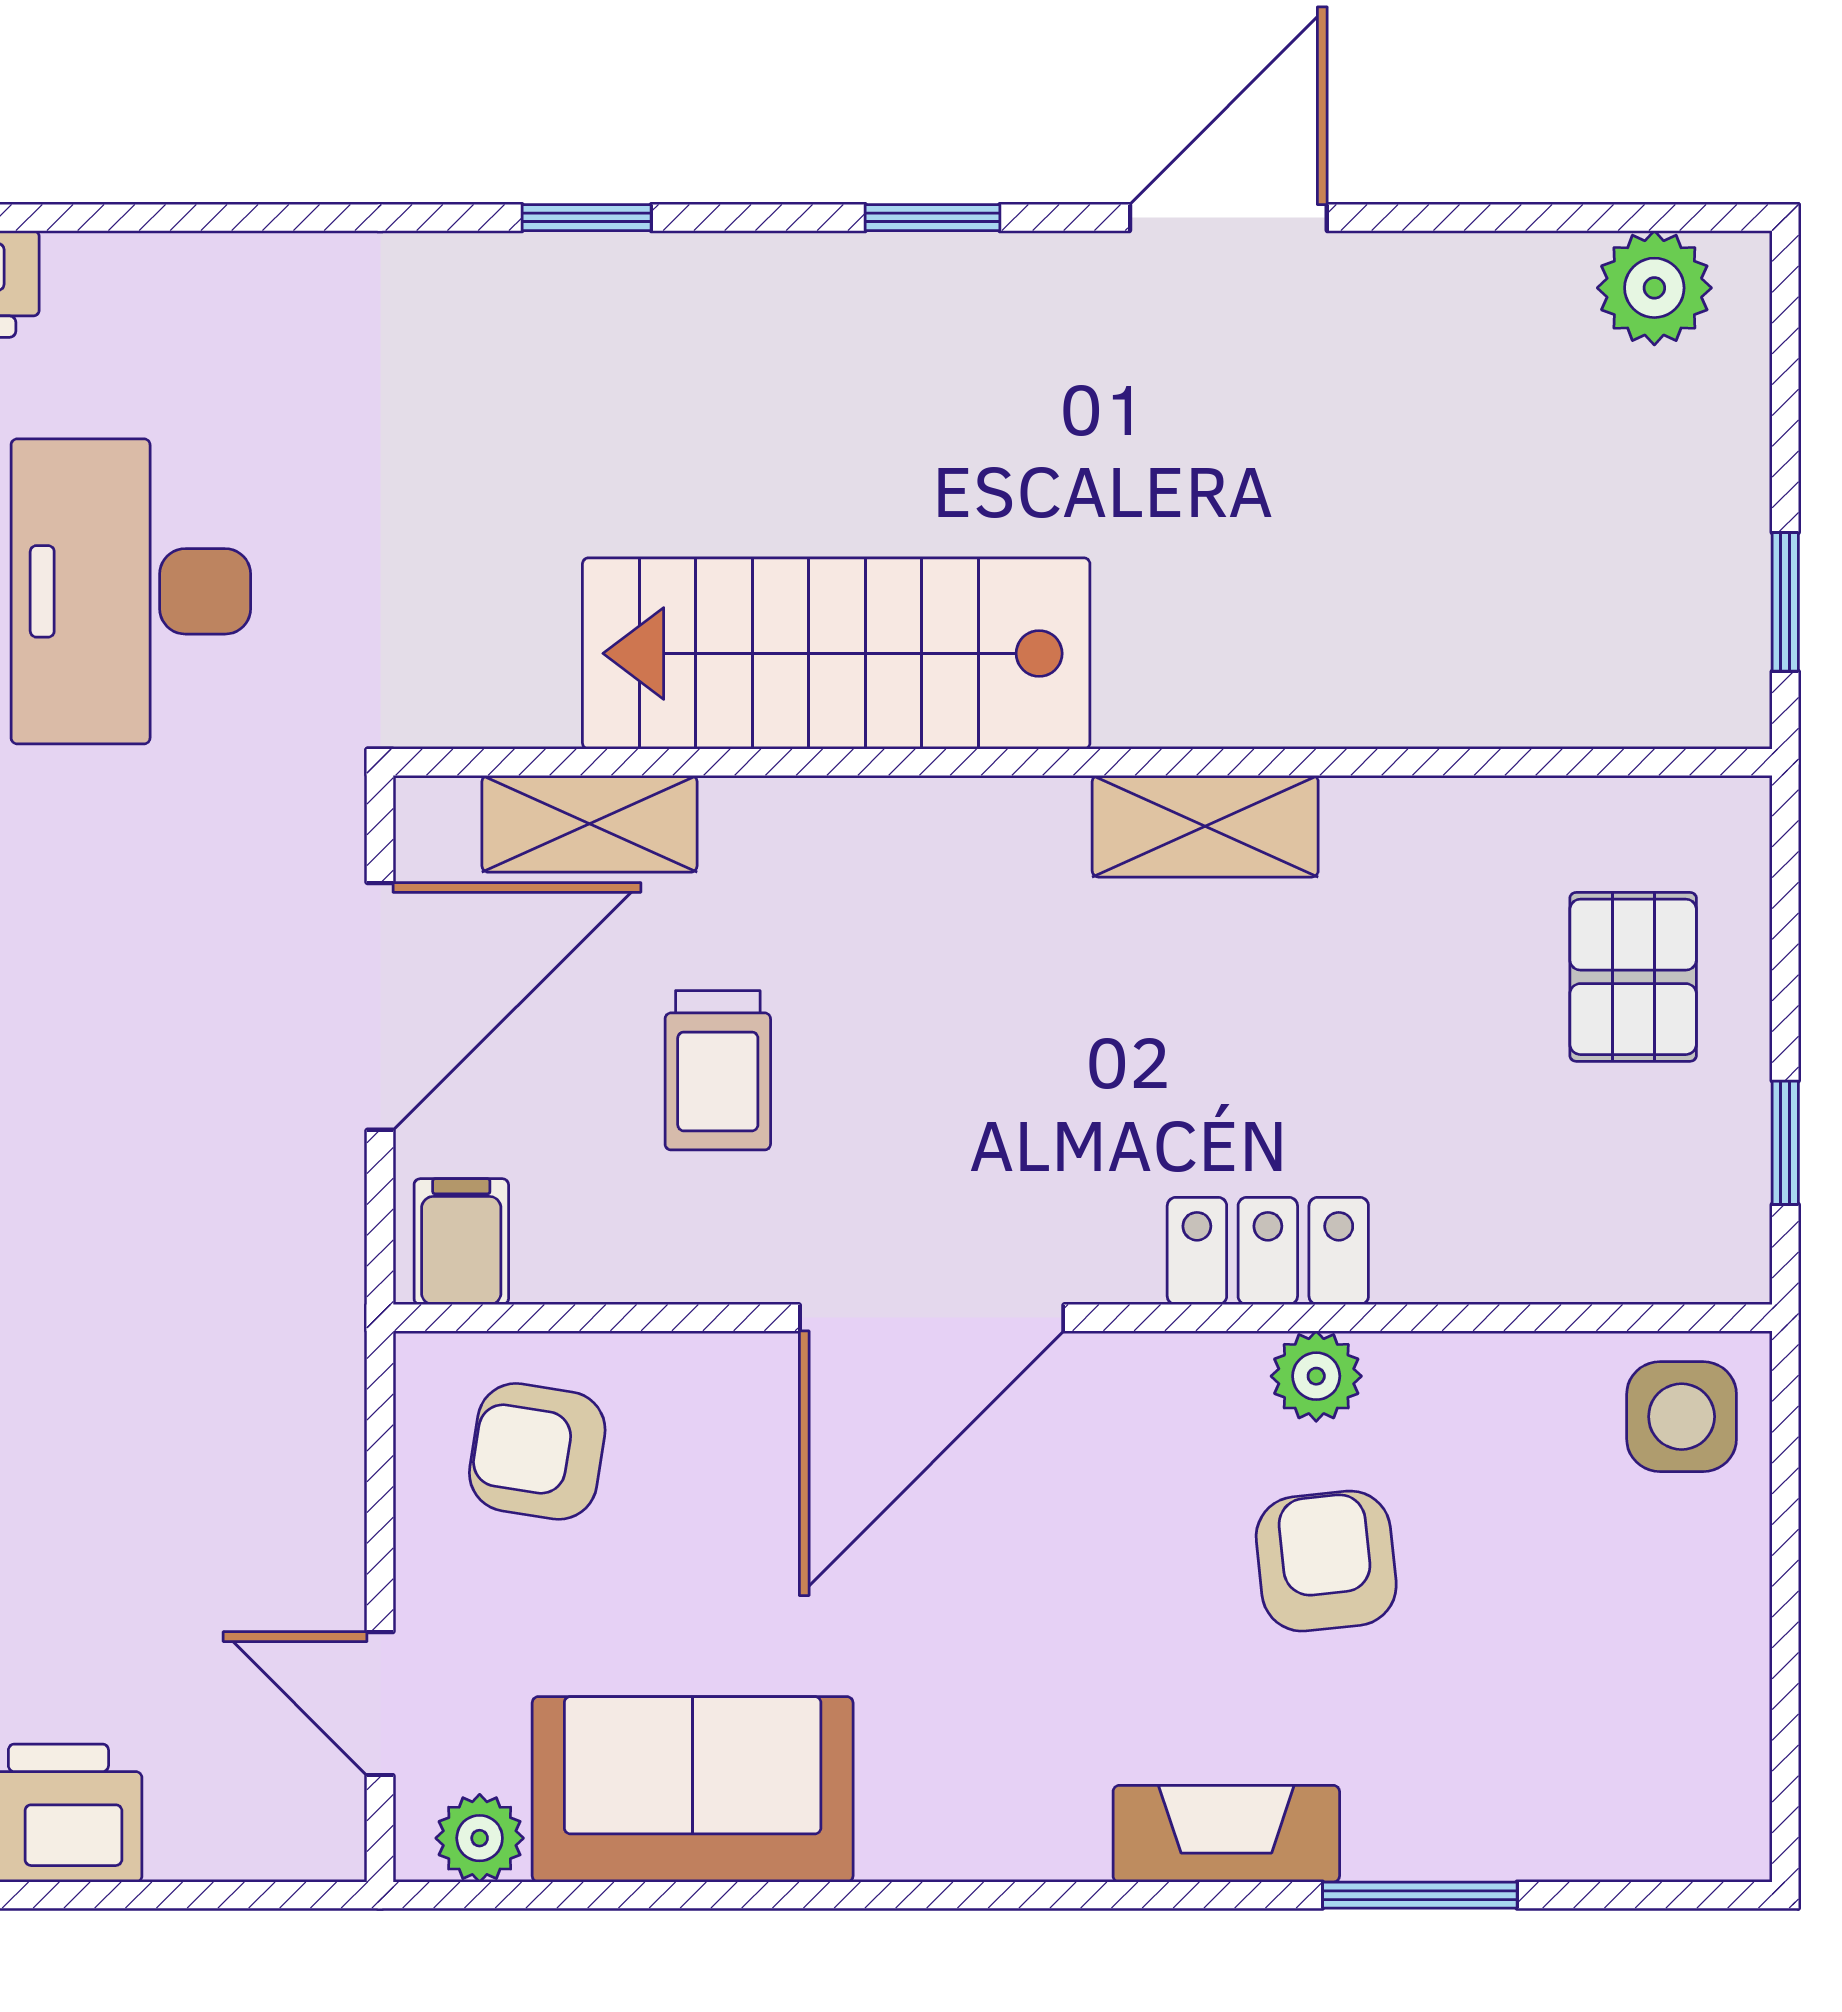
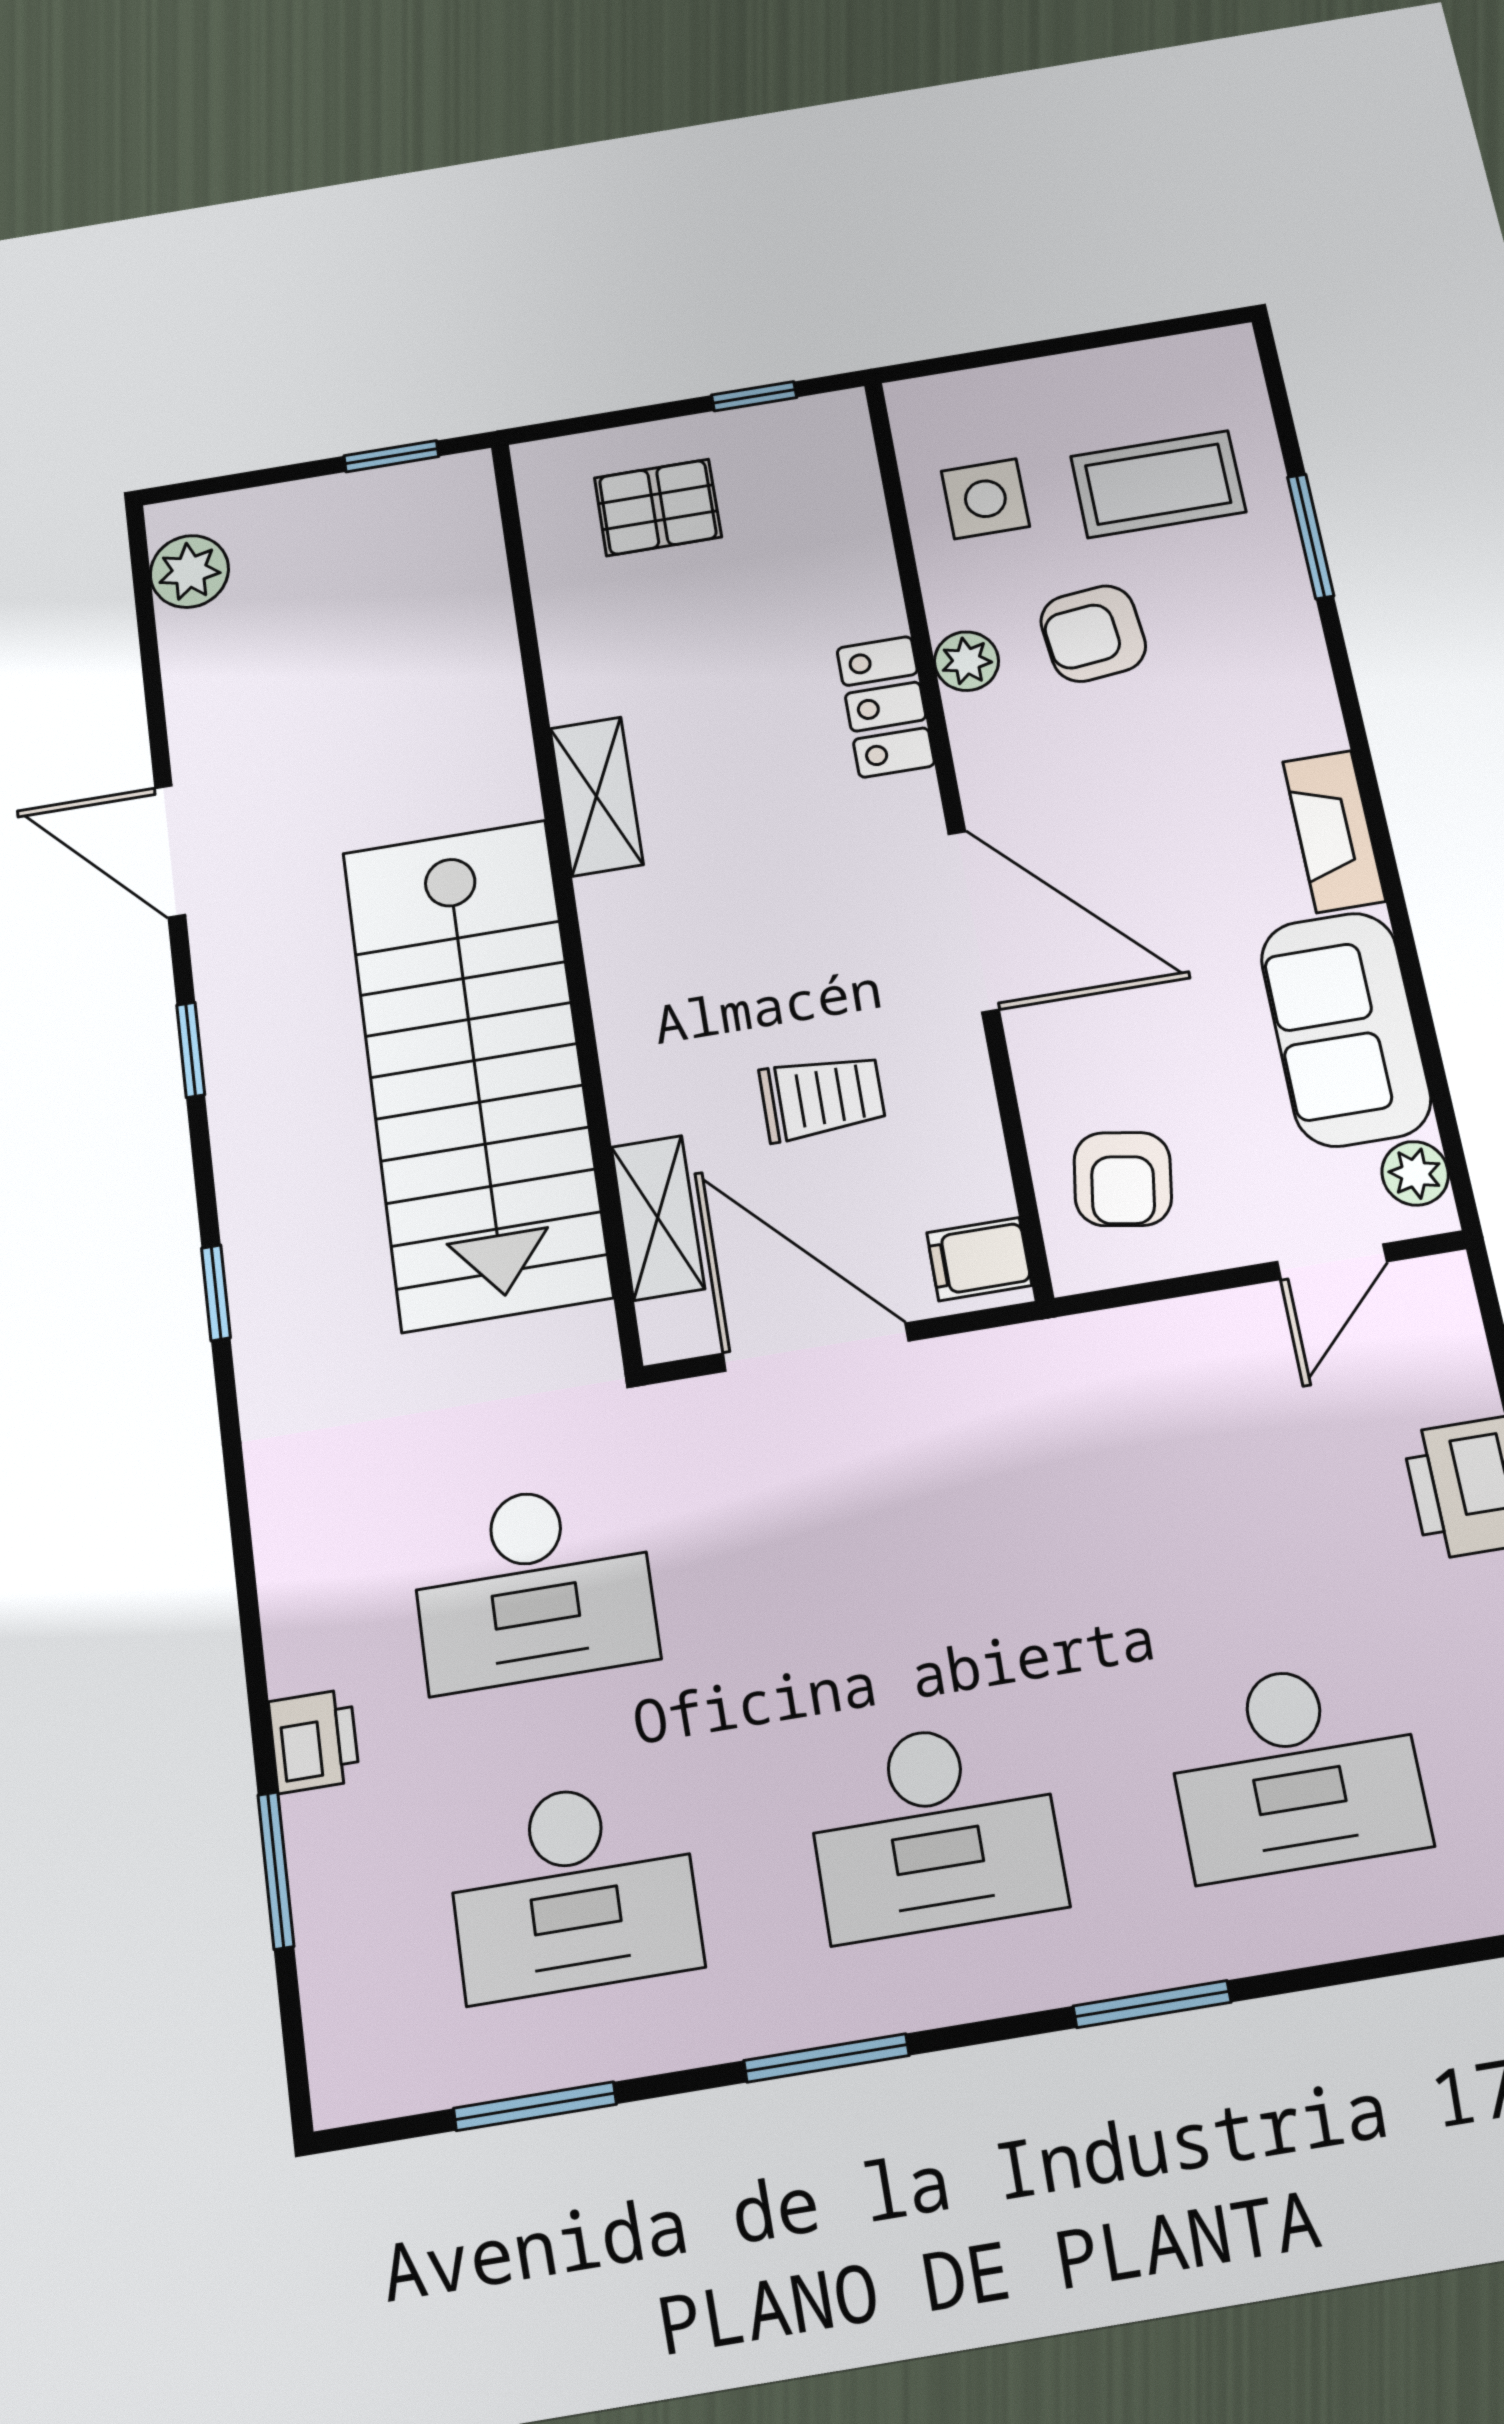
stairs: (836, 653) -> (475, 1070), width x1.36, depth x1.51
side table: (1682, 1417) -> (985, 499), moved
coffee table: (1540, 1697) -> (1158, 484), added
fireplace: (1226, 1834) -> (1334, 831), moved

